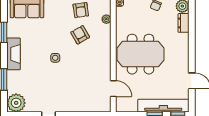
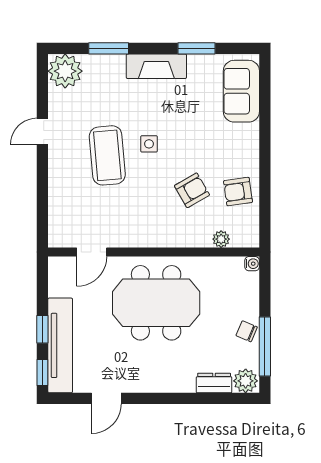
meeting table: (140, 54) -> (156, 303), turned 90
coffee table: (61, 80) -> (107, 155), added

